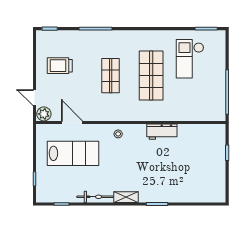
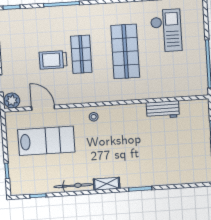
checkout: (190, 59) -> (166, 31), turned 180
trolley: (60, 66) -> (53, 60), moved
workbench: (162, 132) -> (163, 110), moved

